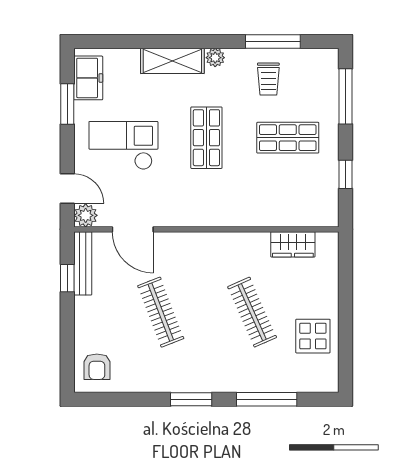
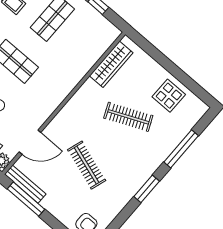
wardrobe: (293, 244) -> (111, 64), width x1.50
window: (67, 278) -> (26, 199), width x2.17
clothes rail: (161, 312) -> (87, 165), turned 39

